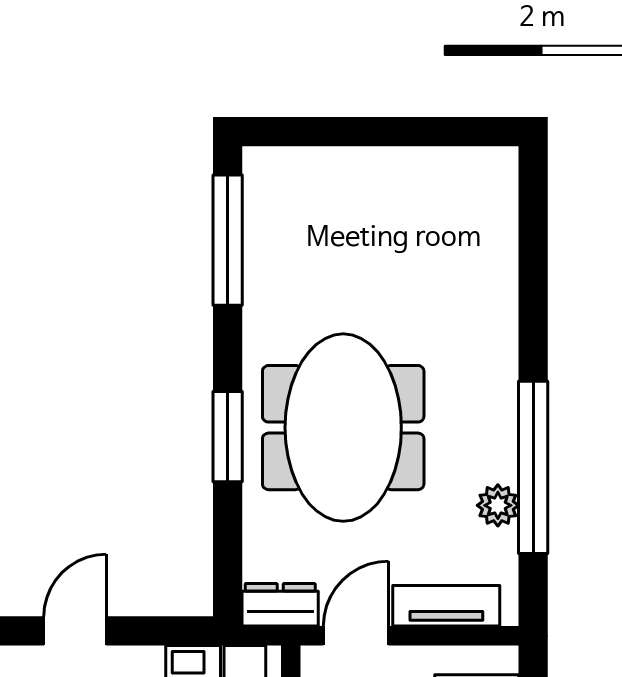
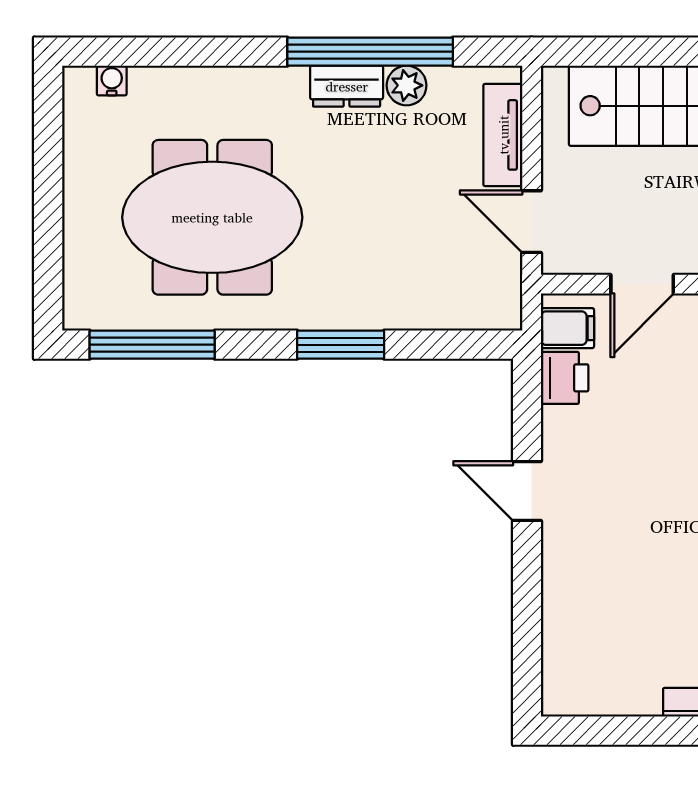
water cooler: (503, 198) -> (112, 81), added
meeting table: (343, 428) -> (212, 217), moved
dresser: (280, 605) -> (347, 86), moved, turned -90

